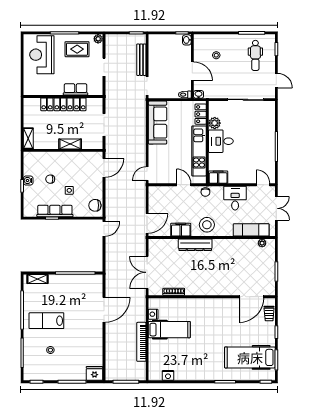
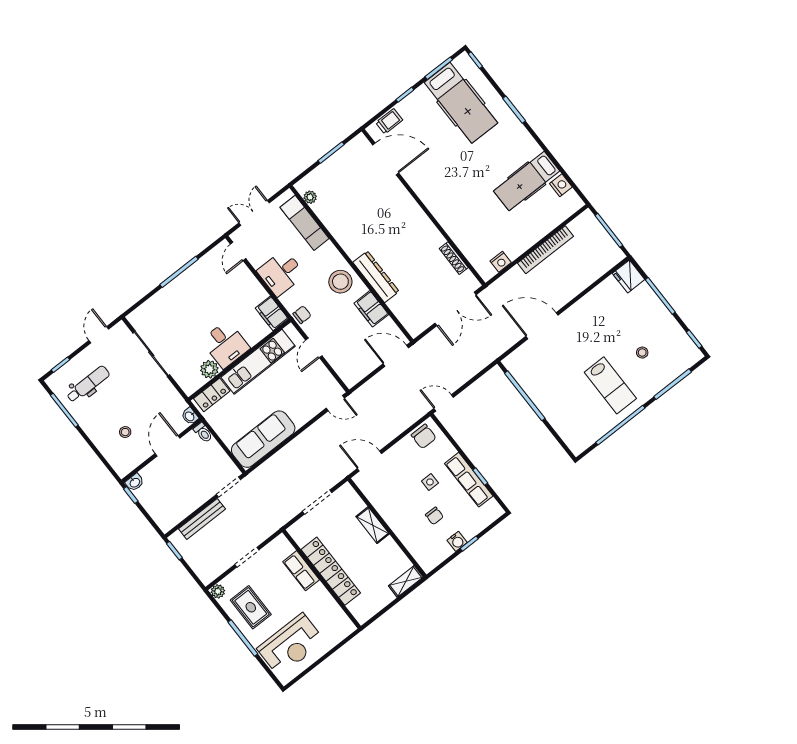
shelving: (37, 279) -> (568, 436), removed
hospital bed: (169, 330) -> (527, 181), moved, turned -90

